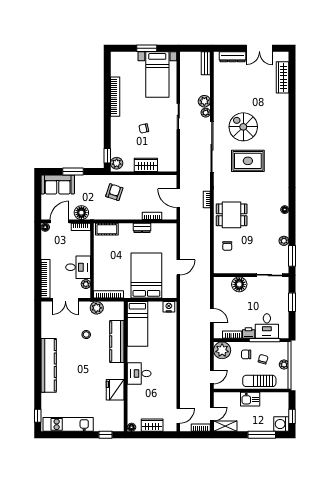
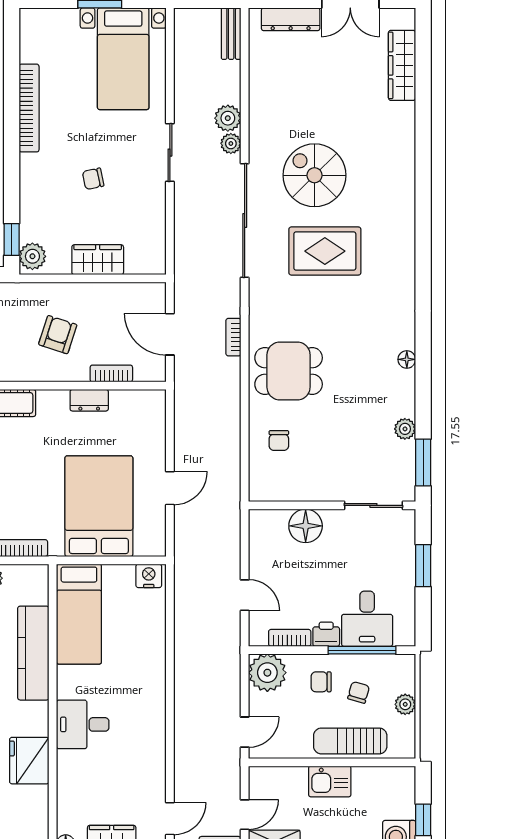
armchair: (114, 192) -> (58, 335), moved

